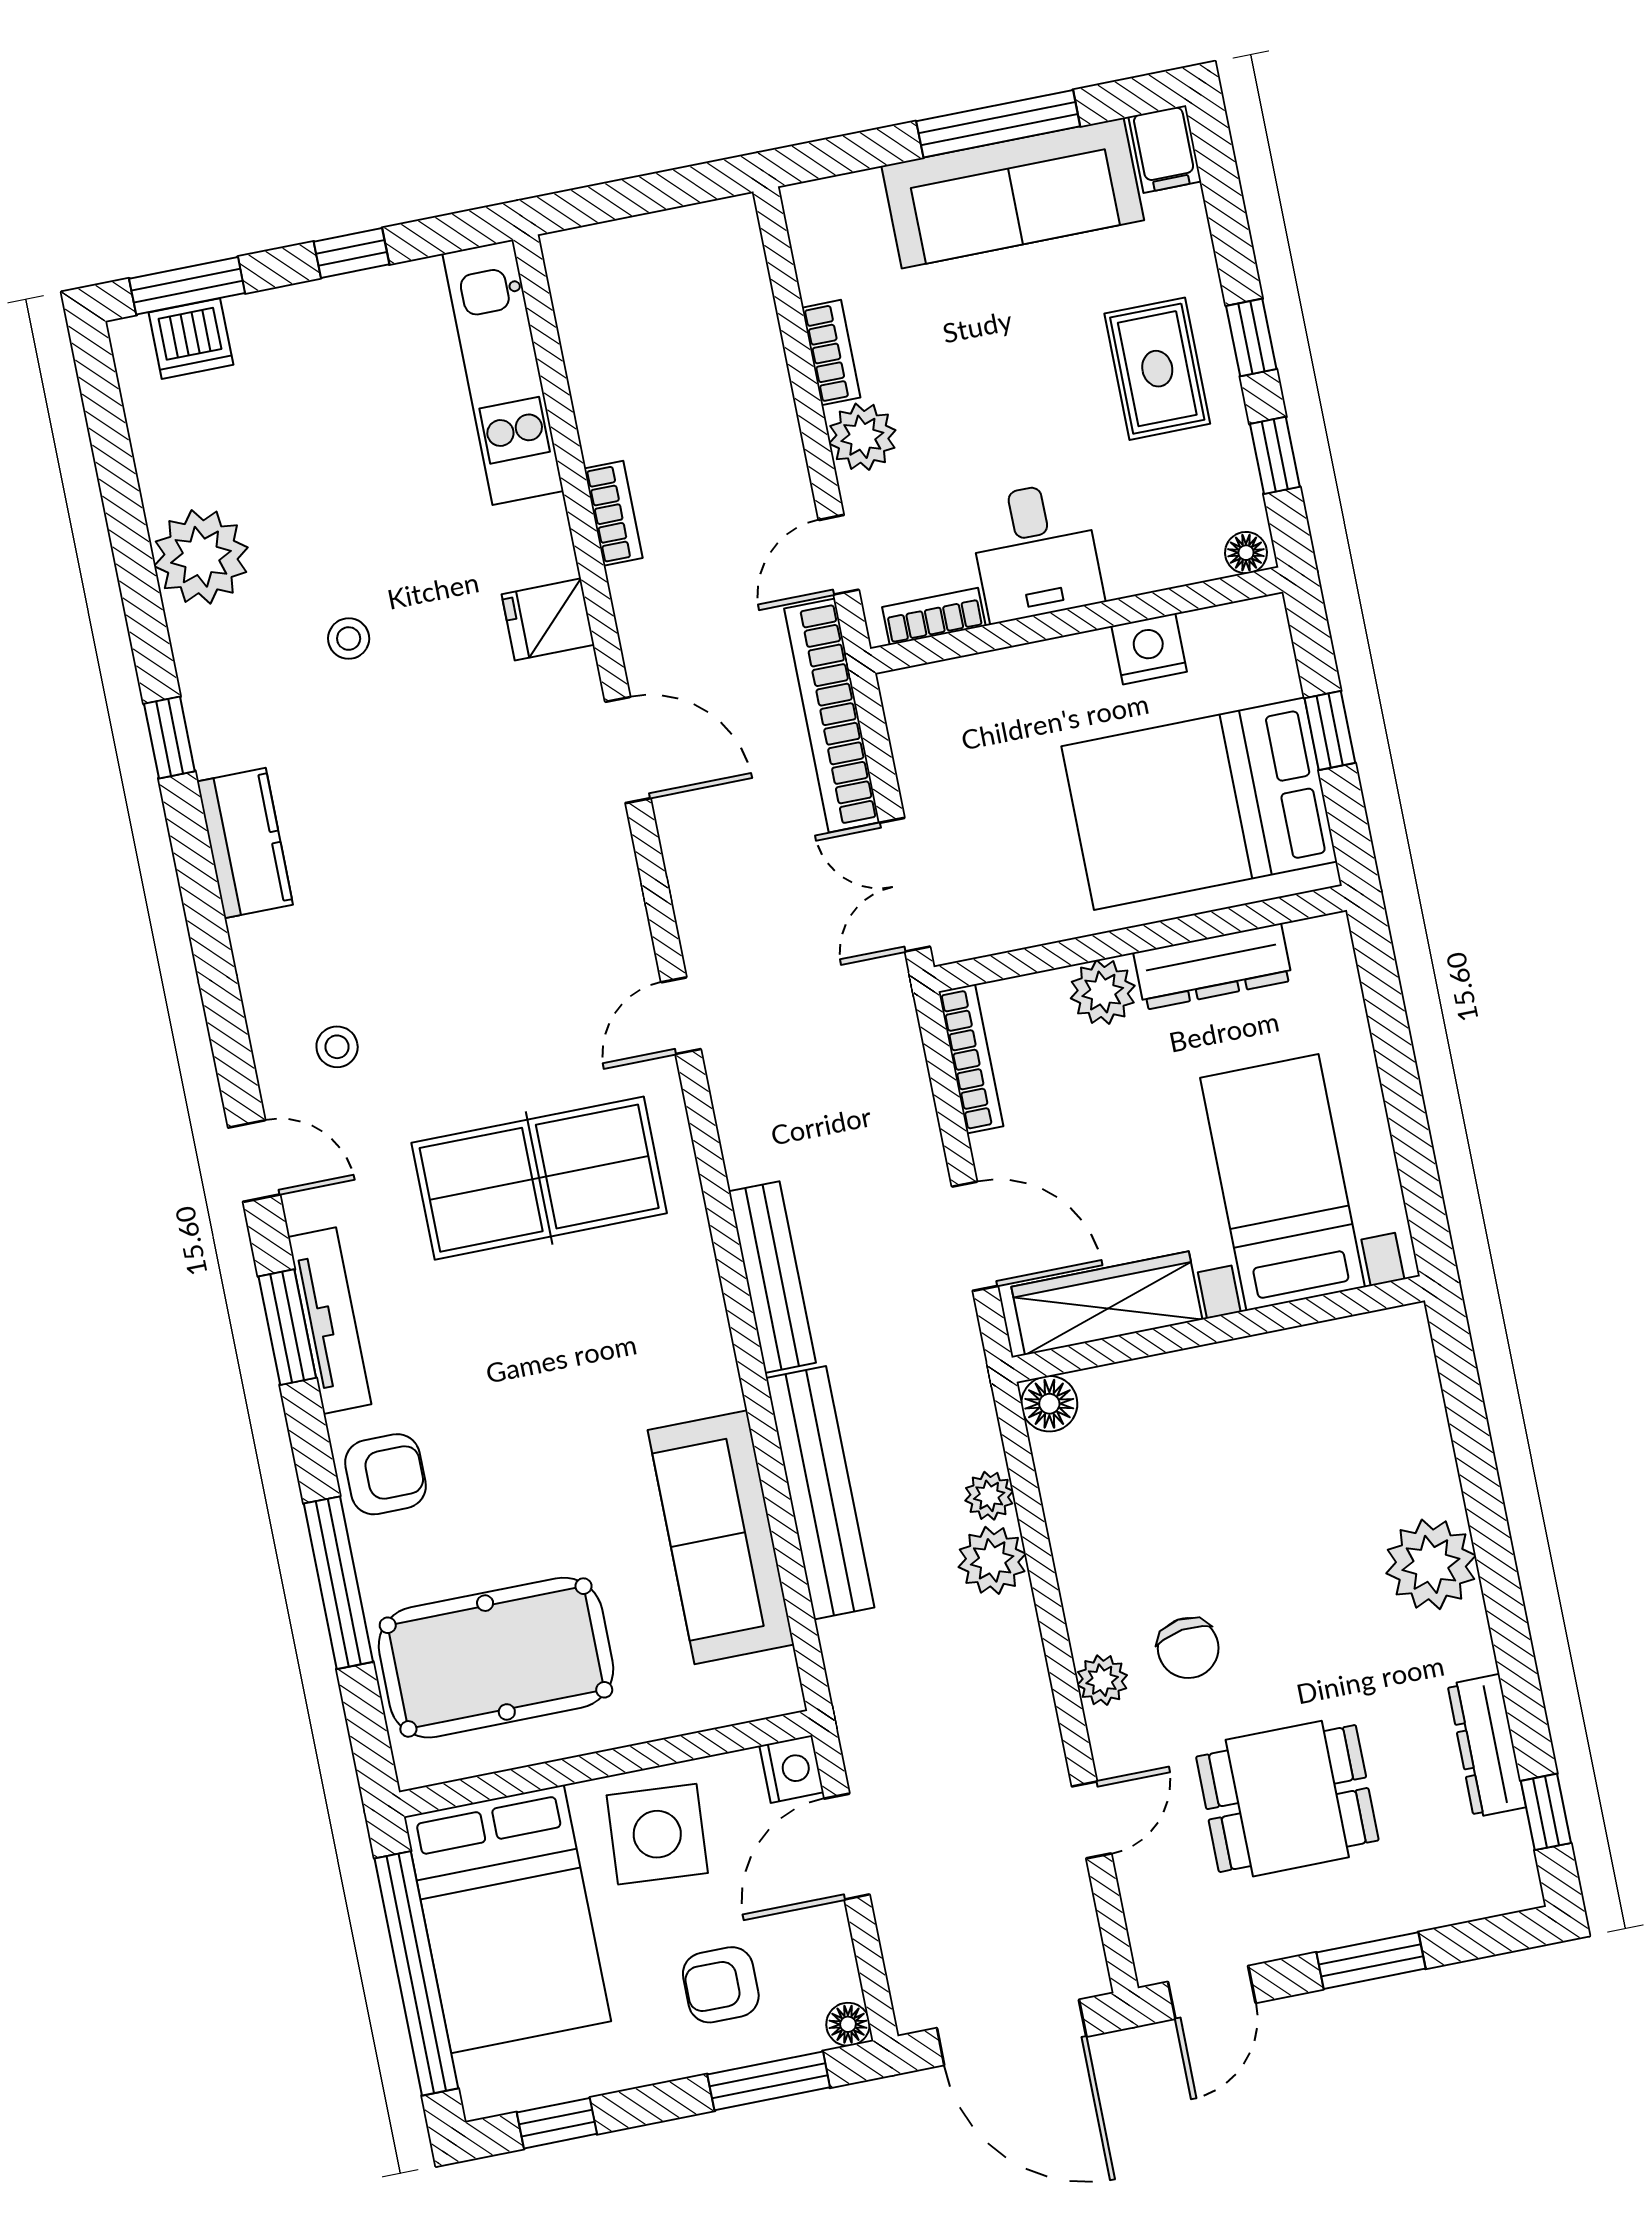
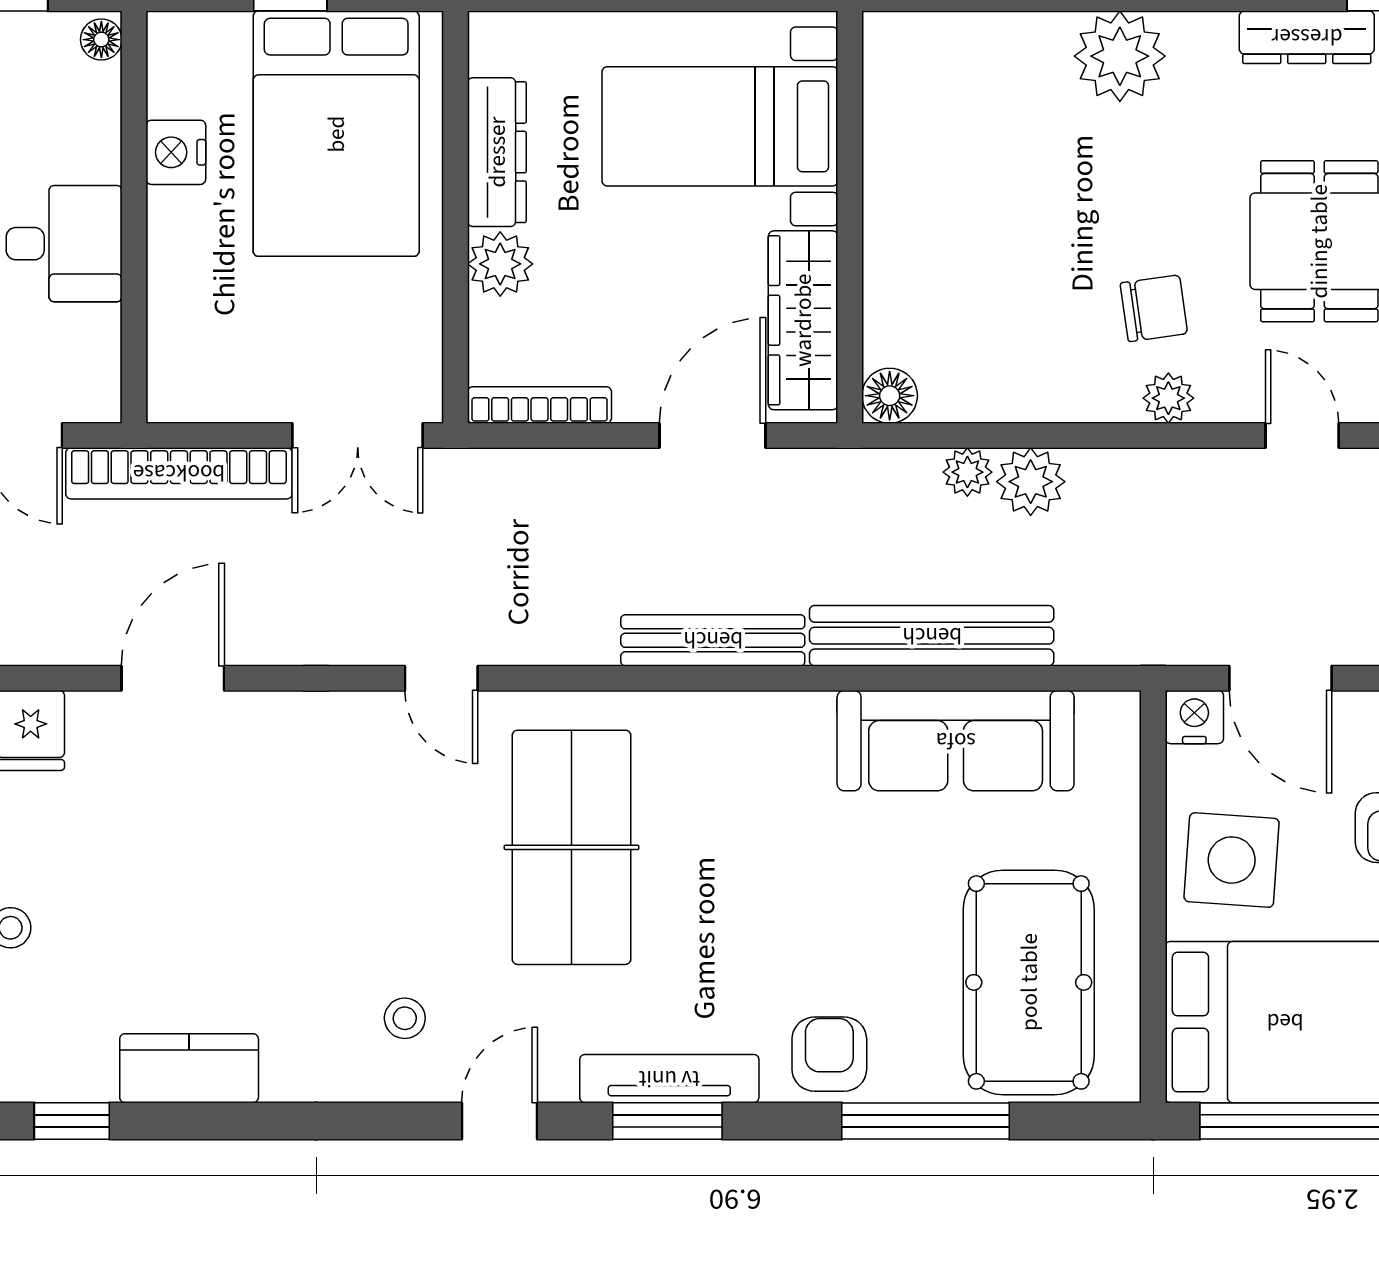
bookcase: (934, 616) -> (103, 355), removed

